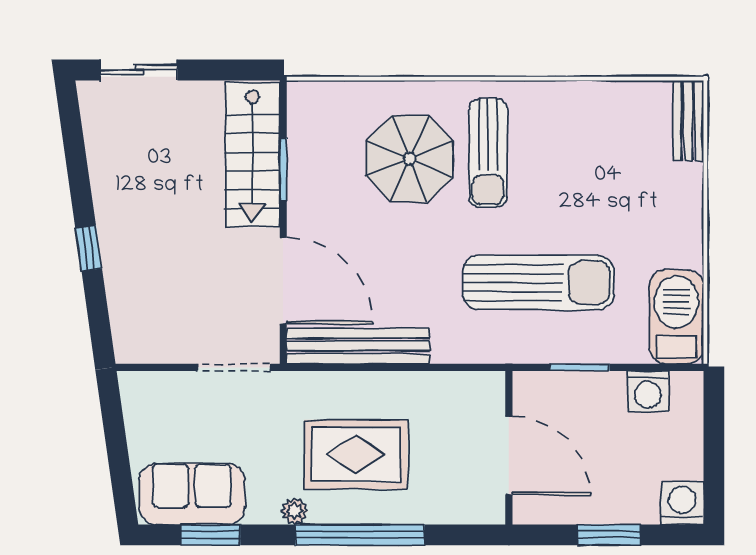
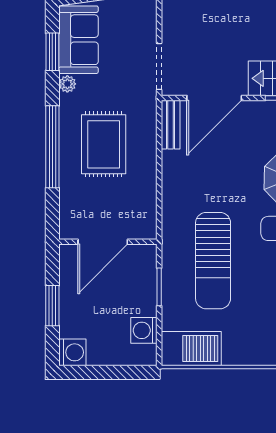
bench: (358, 346) -> (171, 125), width x0.54, depth x0.82
plant: (295, 511) -> (67, 84), moved

